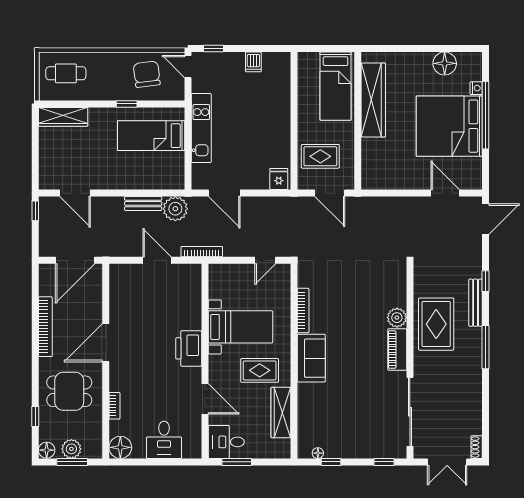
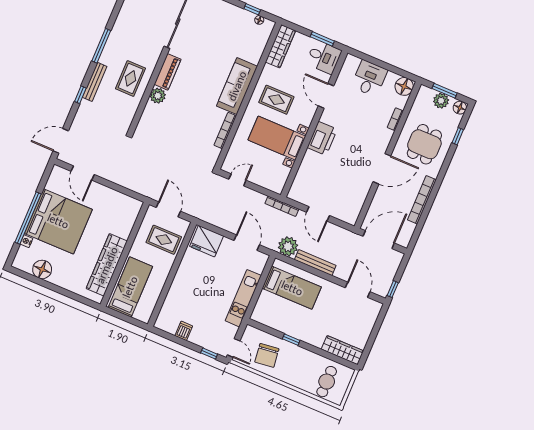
cafe table: (66, 73) -> (327, 382), turned 90
bed: (151, 136) -> (292, 288), moved
fridge: (279, 179) -> (207, 241), width x1.88, depth x1.34
bench: (143, 203) -> (315, 263), width x1.36
rug: (436, 324) -> (131, 78), width x0.73, depth x0.70
sofa: (311, 358) -> (237, 86), width x1.36
dining table: (69, 391) -> (424, 144), turned 90
wardrobe: (281, 413) -> (280, 46), moved

